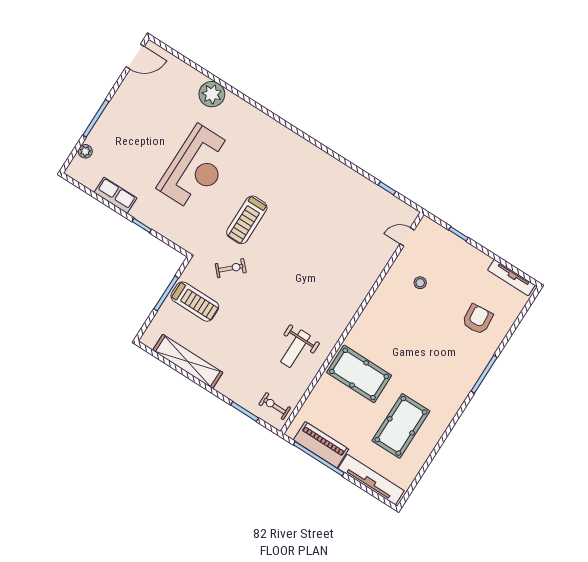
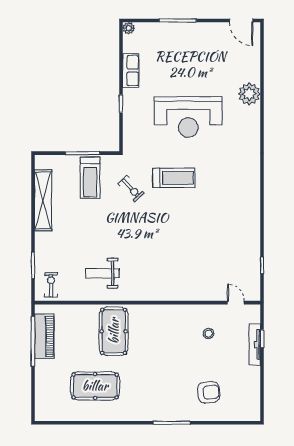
plant: (85, 151) -> (129, 28), moved
treadmill: (247, 220) -> (174, 178), turned 180
tv unit: (511, 278) -> (255, 345), moved
tv unit: (371, 480) -> (42, 389), removed

